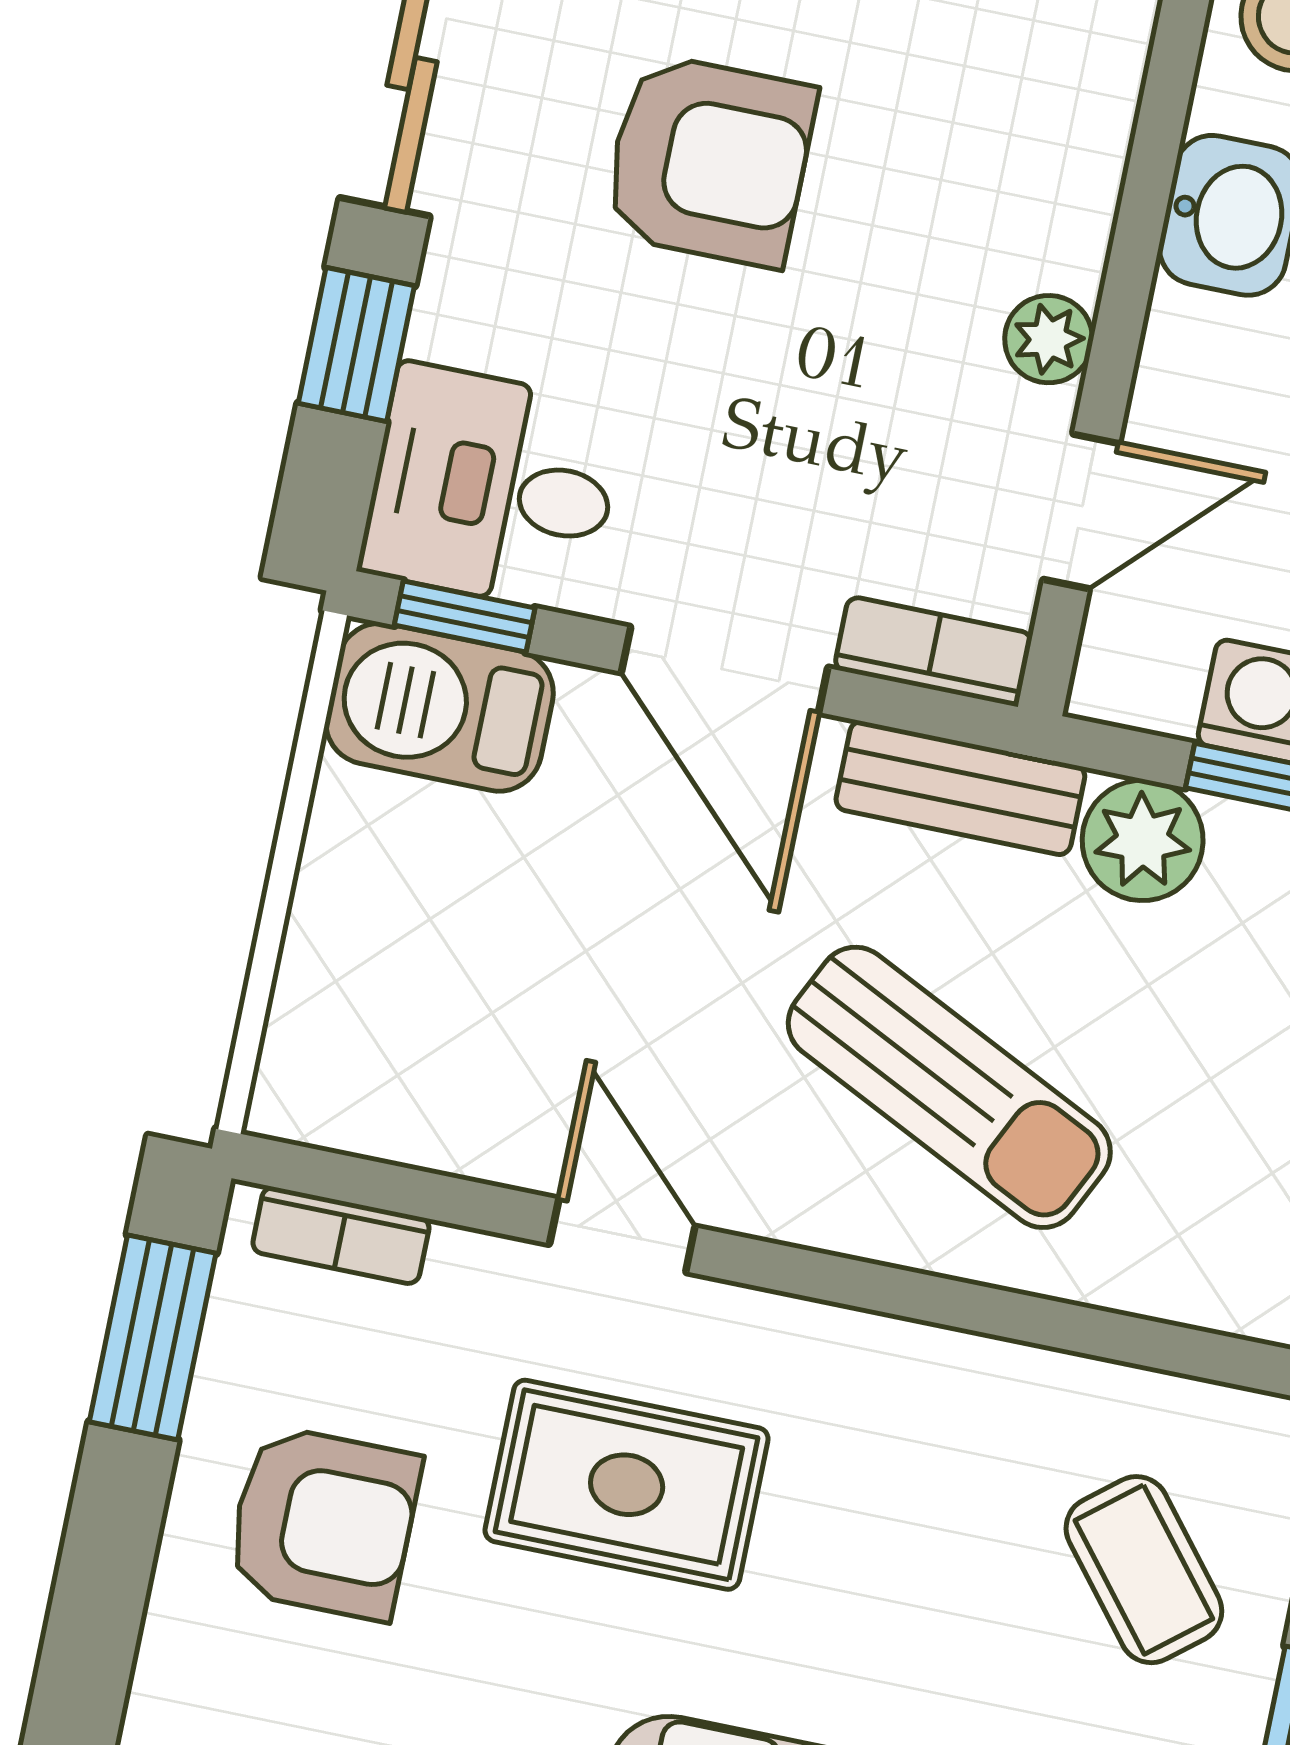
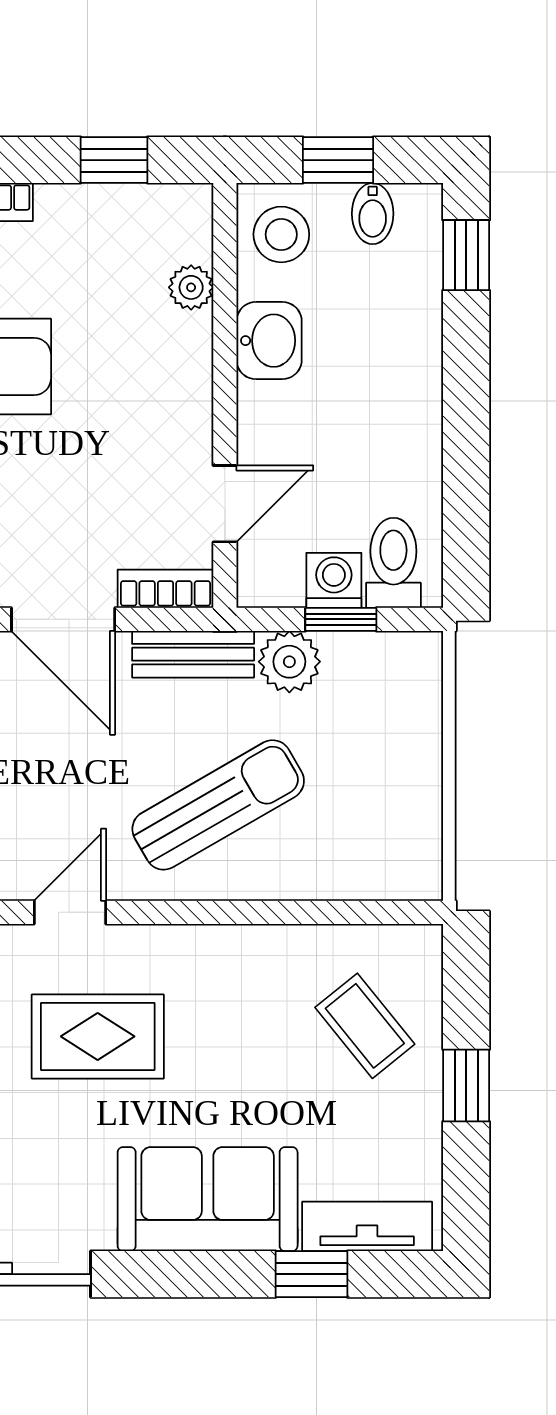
plant: (1049, 339) -> (191, 287), moved
sun lounger: (949, 1087) -> (218, 805), turned -56
door: (622, 1235) -> (70, 912), hinge flipped

